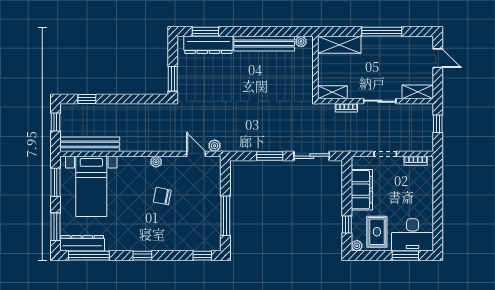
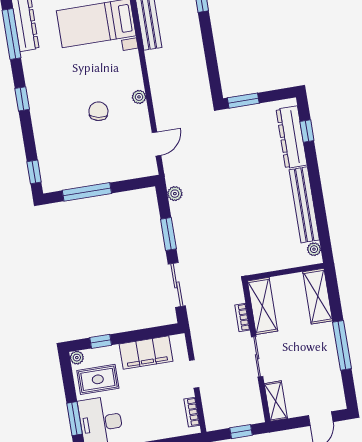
window: (205, 32) -> (307, 131), width x0.67
shelving: (332, 92) -> (263, 306), width x1.50, depth x1.33
plant: (215, 146) -> (175, 194), moved

